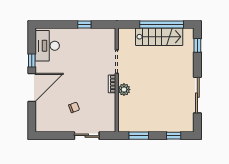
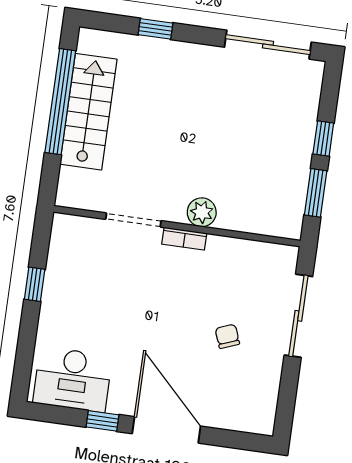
window: (197, 45) -> (156, 29), moved
sliding door: (197, 95) -> (268, 45), moved
sliding door: (87, 136) -> (298, 316), width x1.37
window: (174, 136) -> (323, 139), moved

